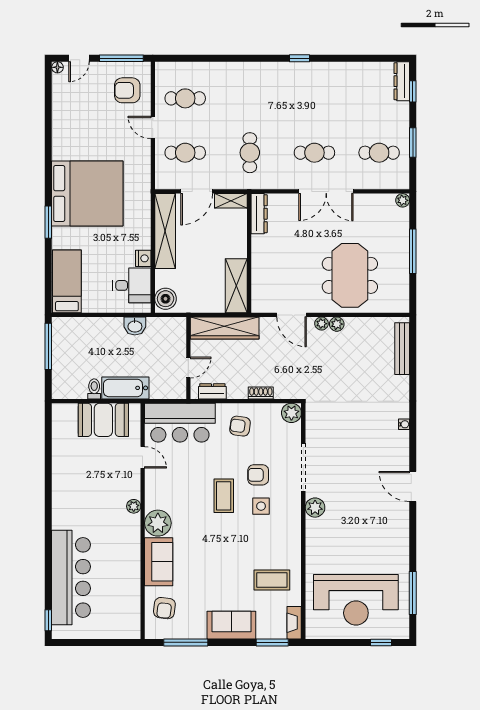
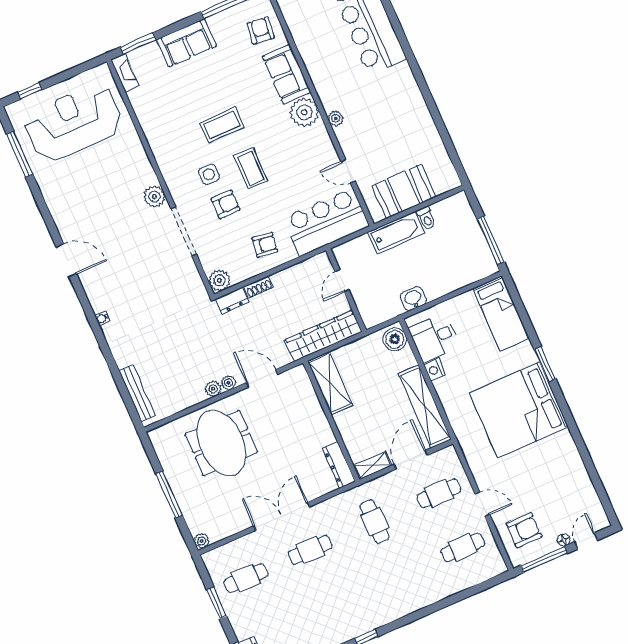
floor lamp: (57, 67) -> (564, 540), moved
dresser: (212, 391) -> (232, 301), moved
coffee table: (272, 580) -> (222, 125), moved

